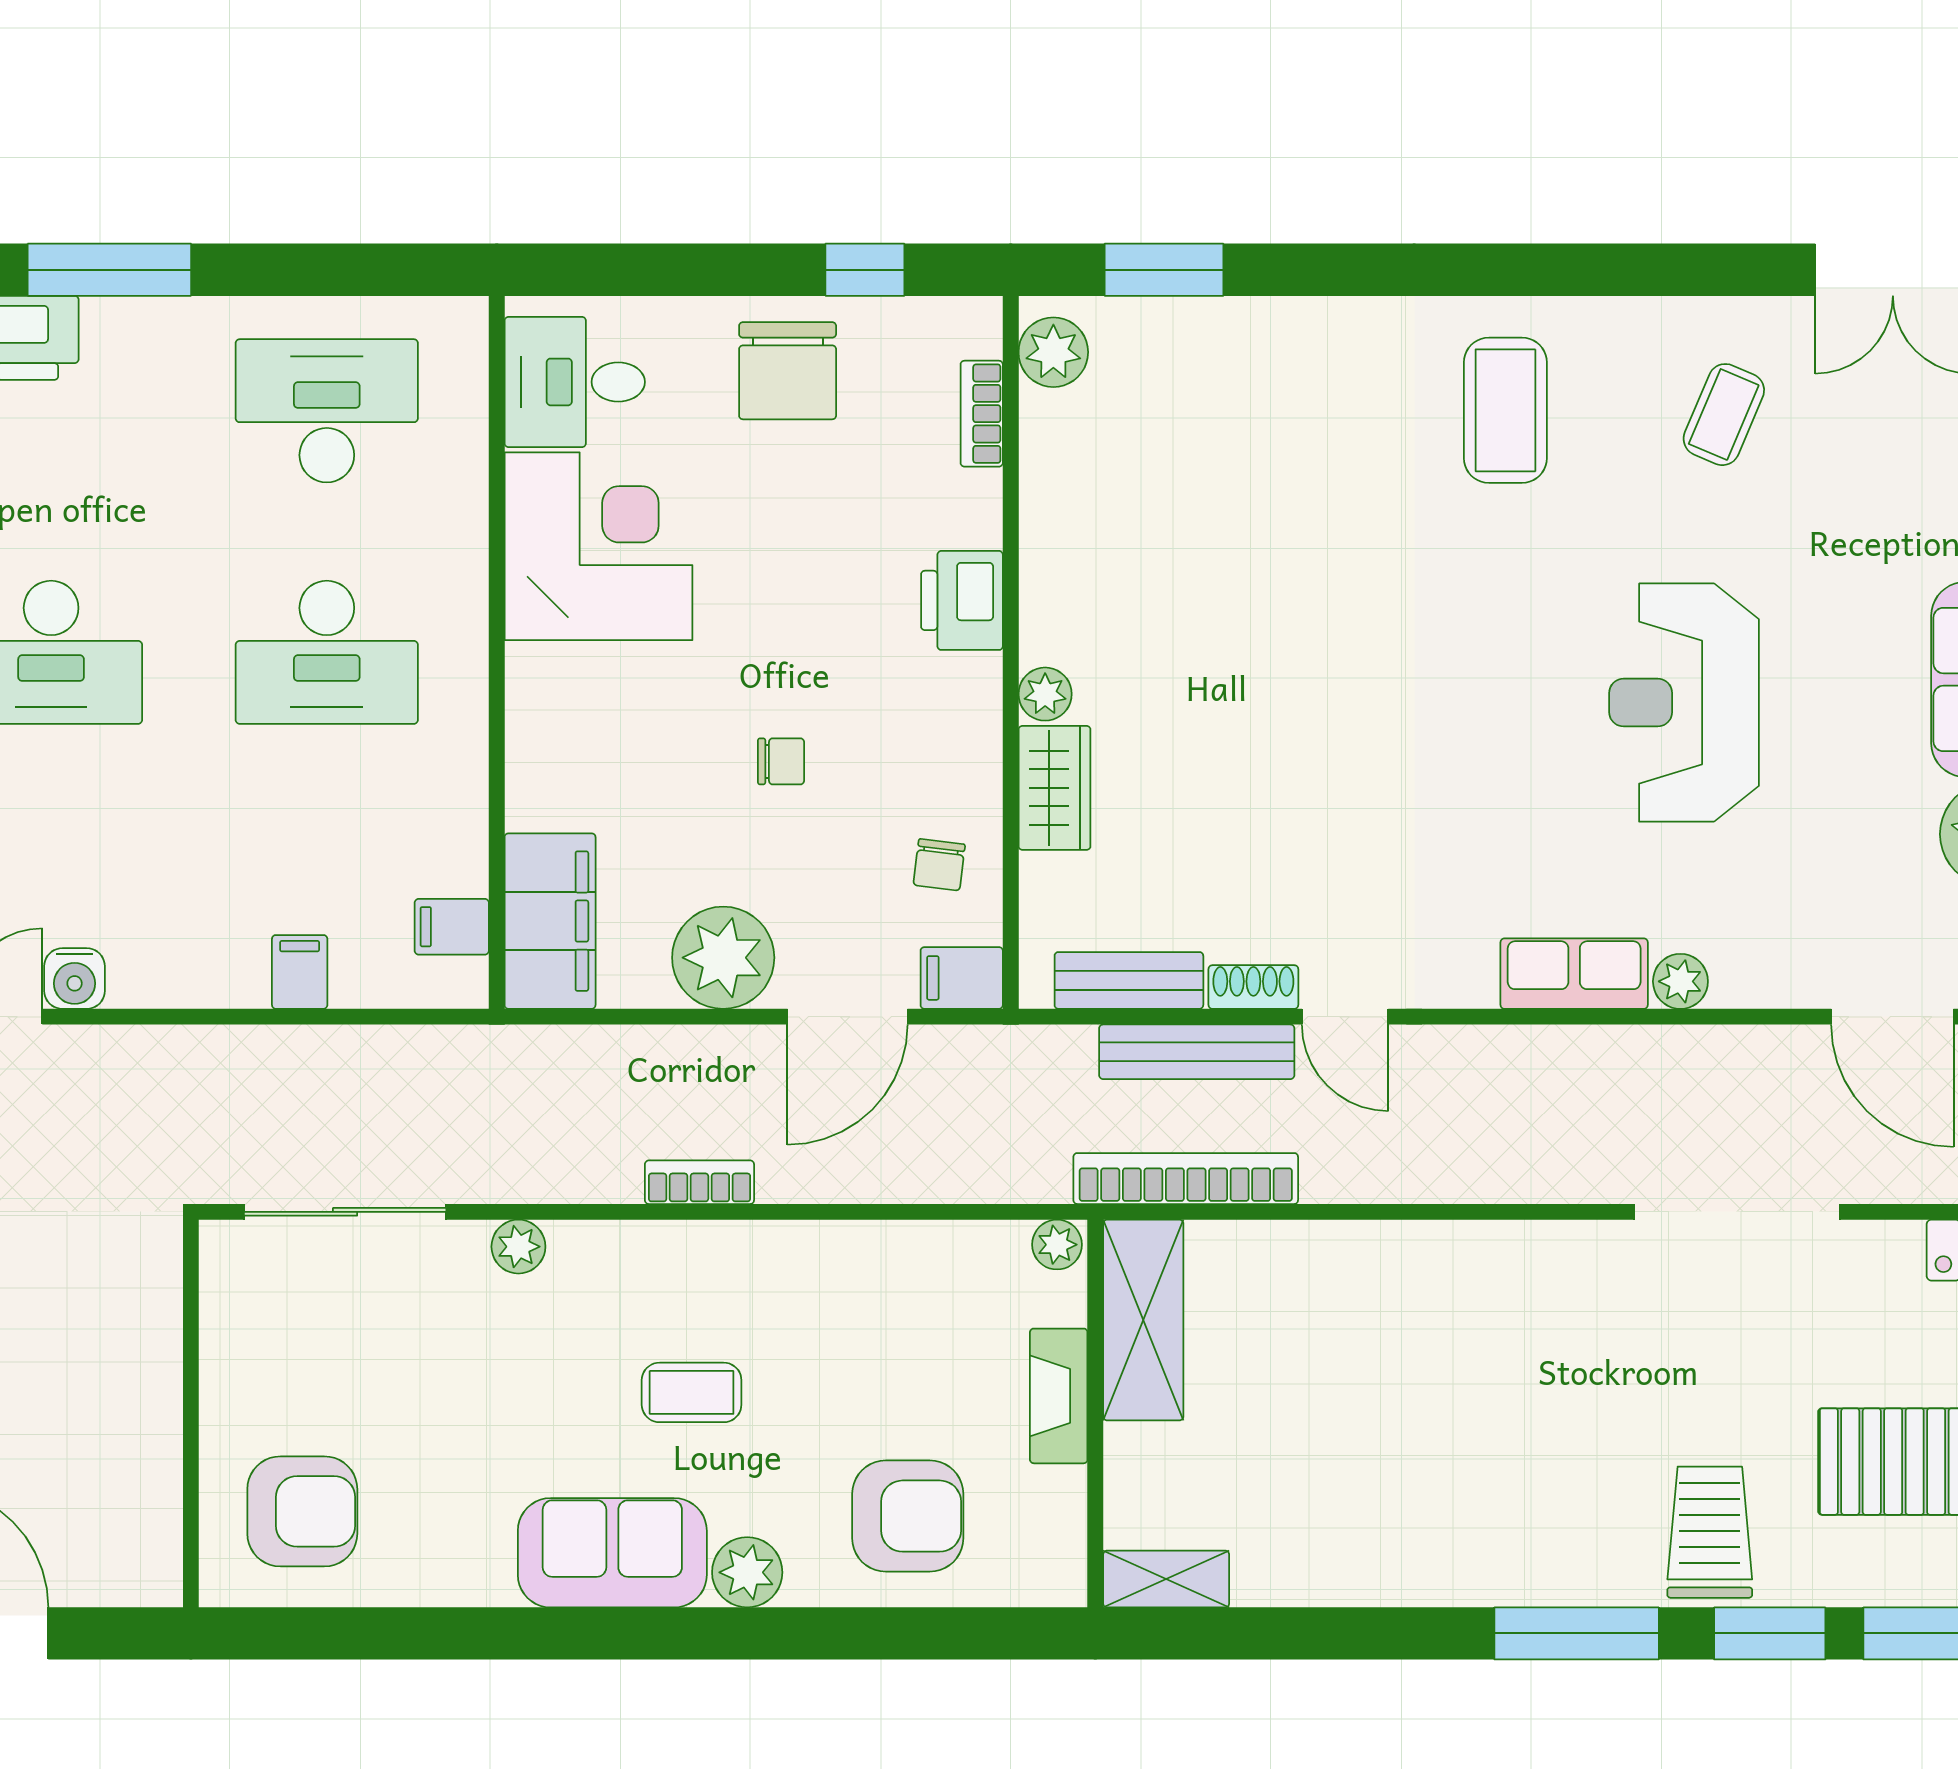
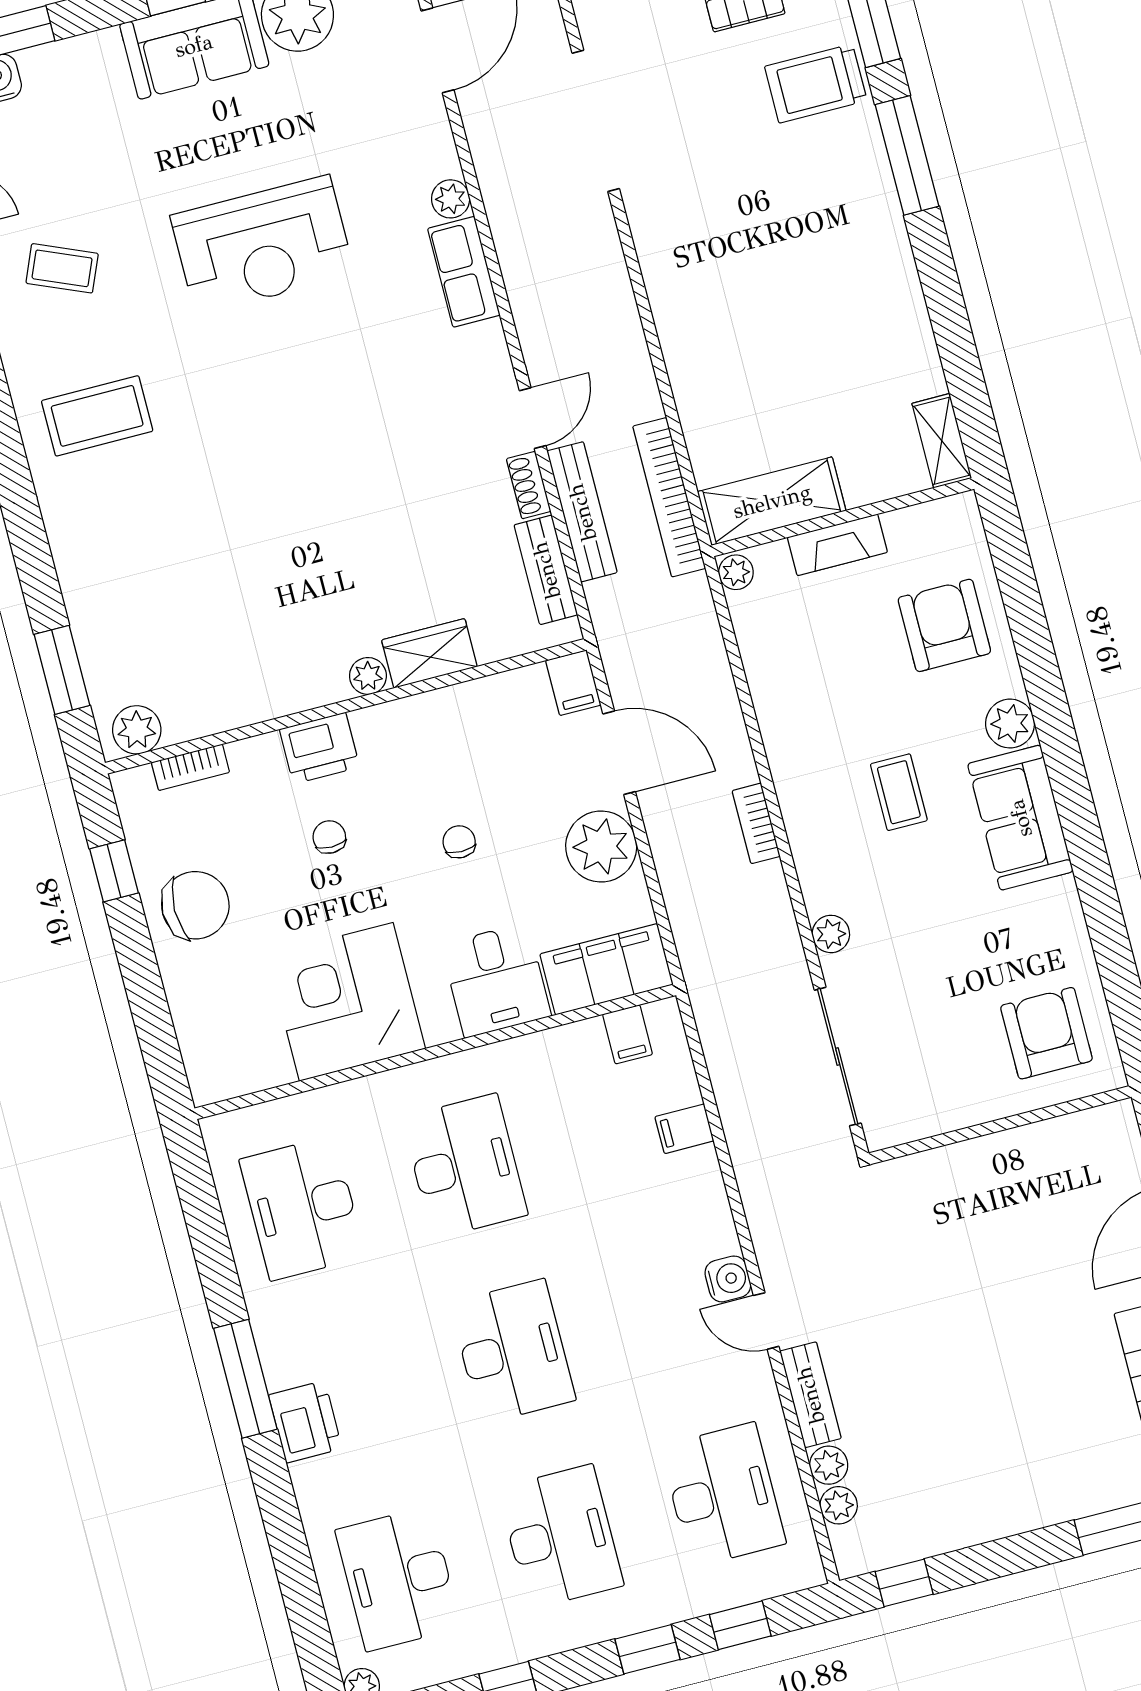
desk: (575, 382) -> (496, 980), moved
chair: (939, 865) -> (329, 837), moved, turned -97

